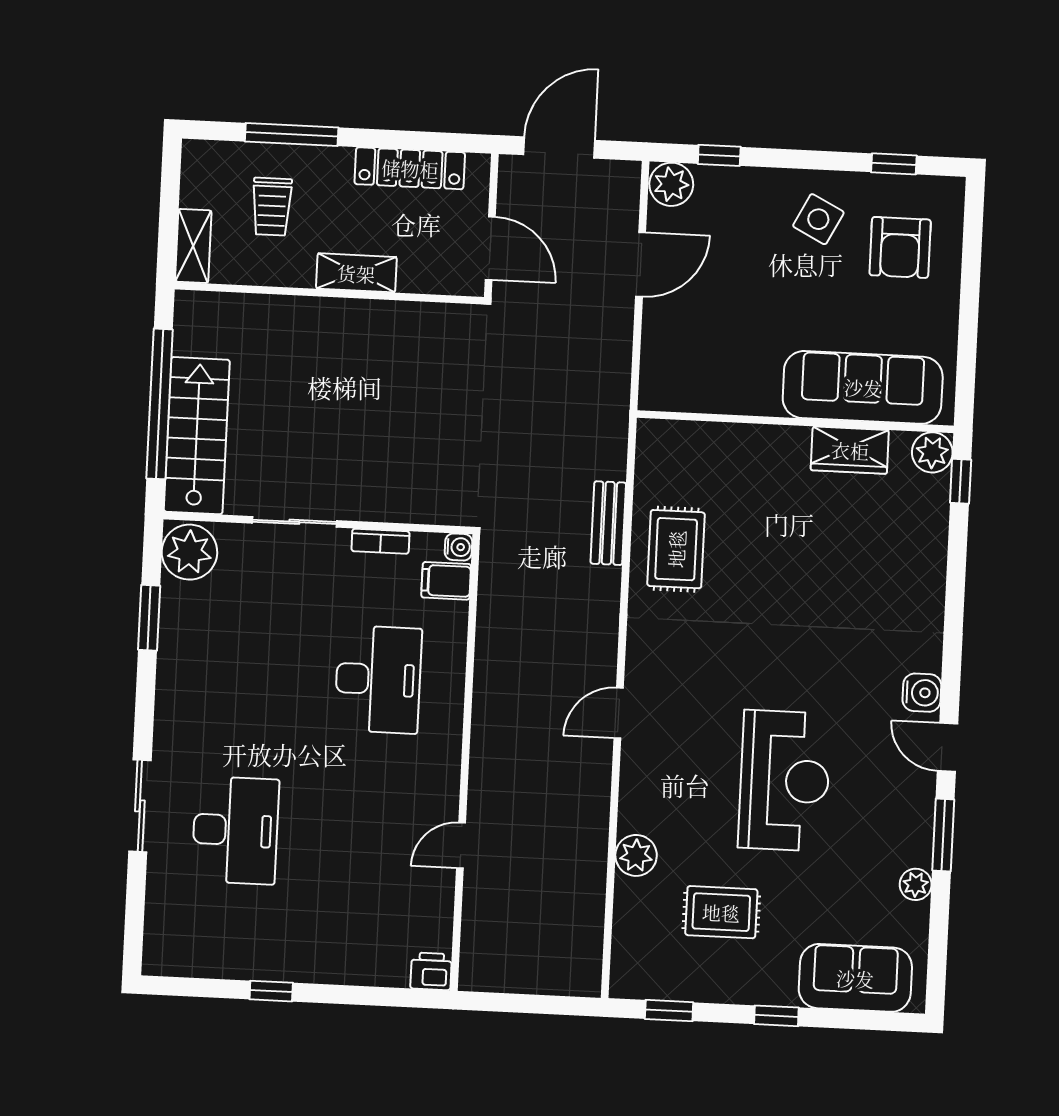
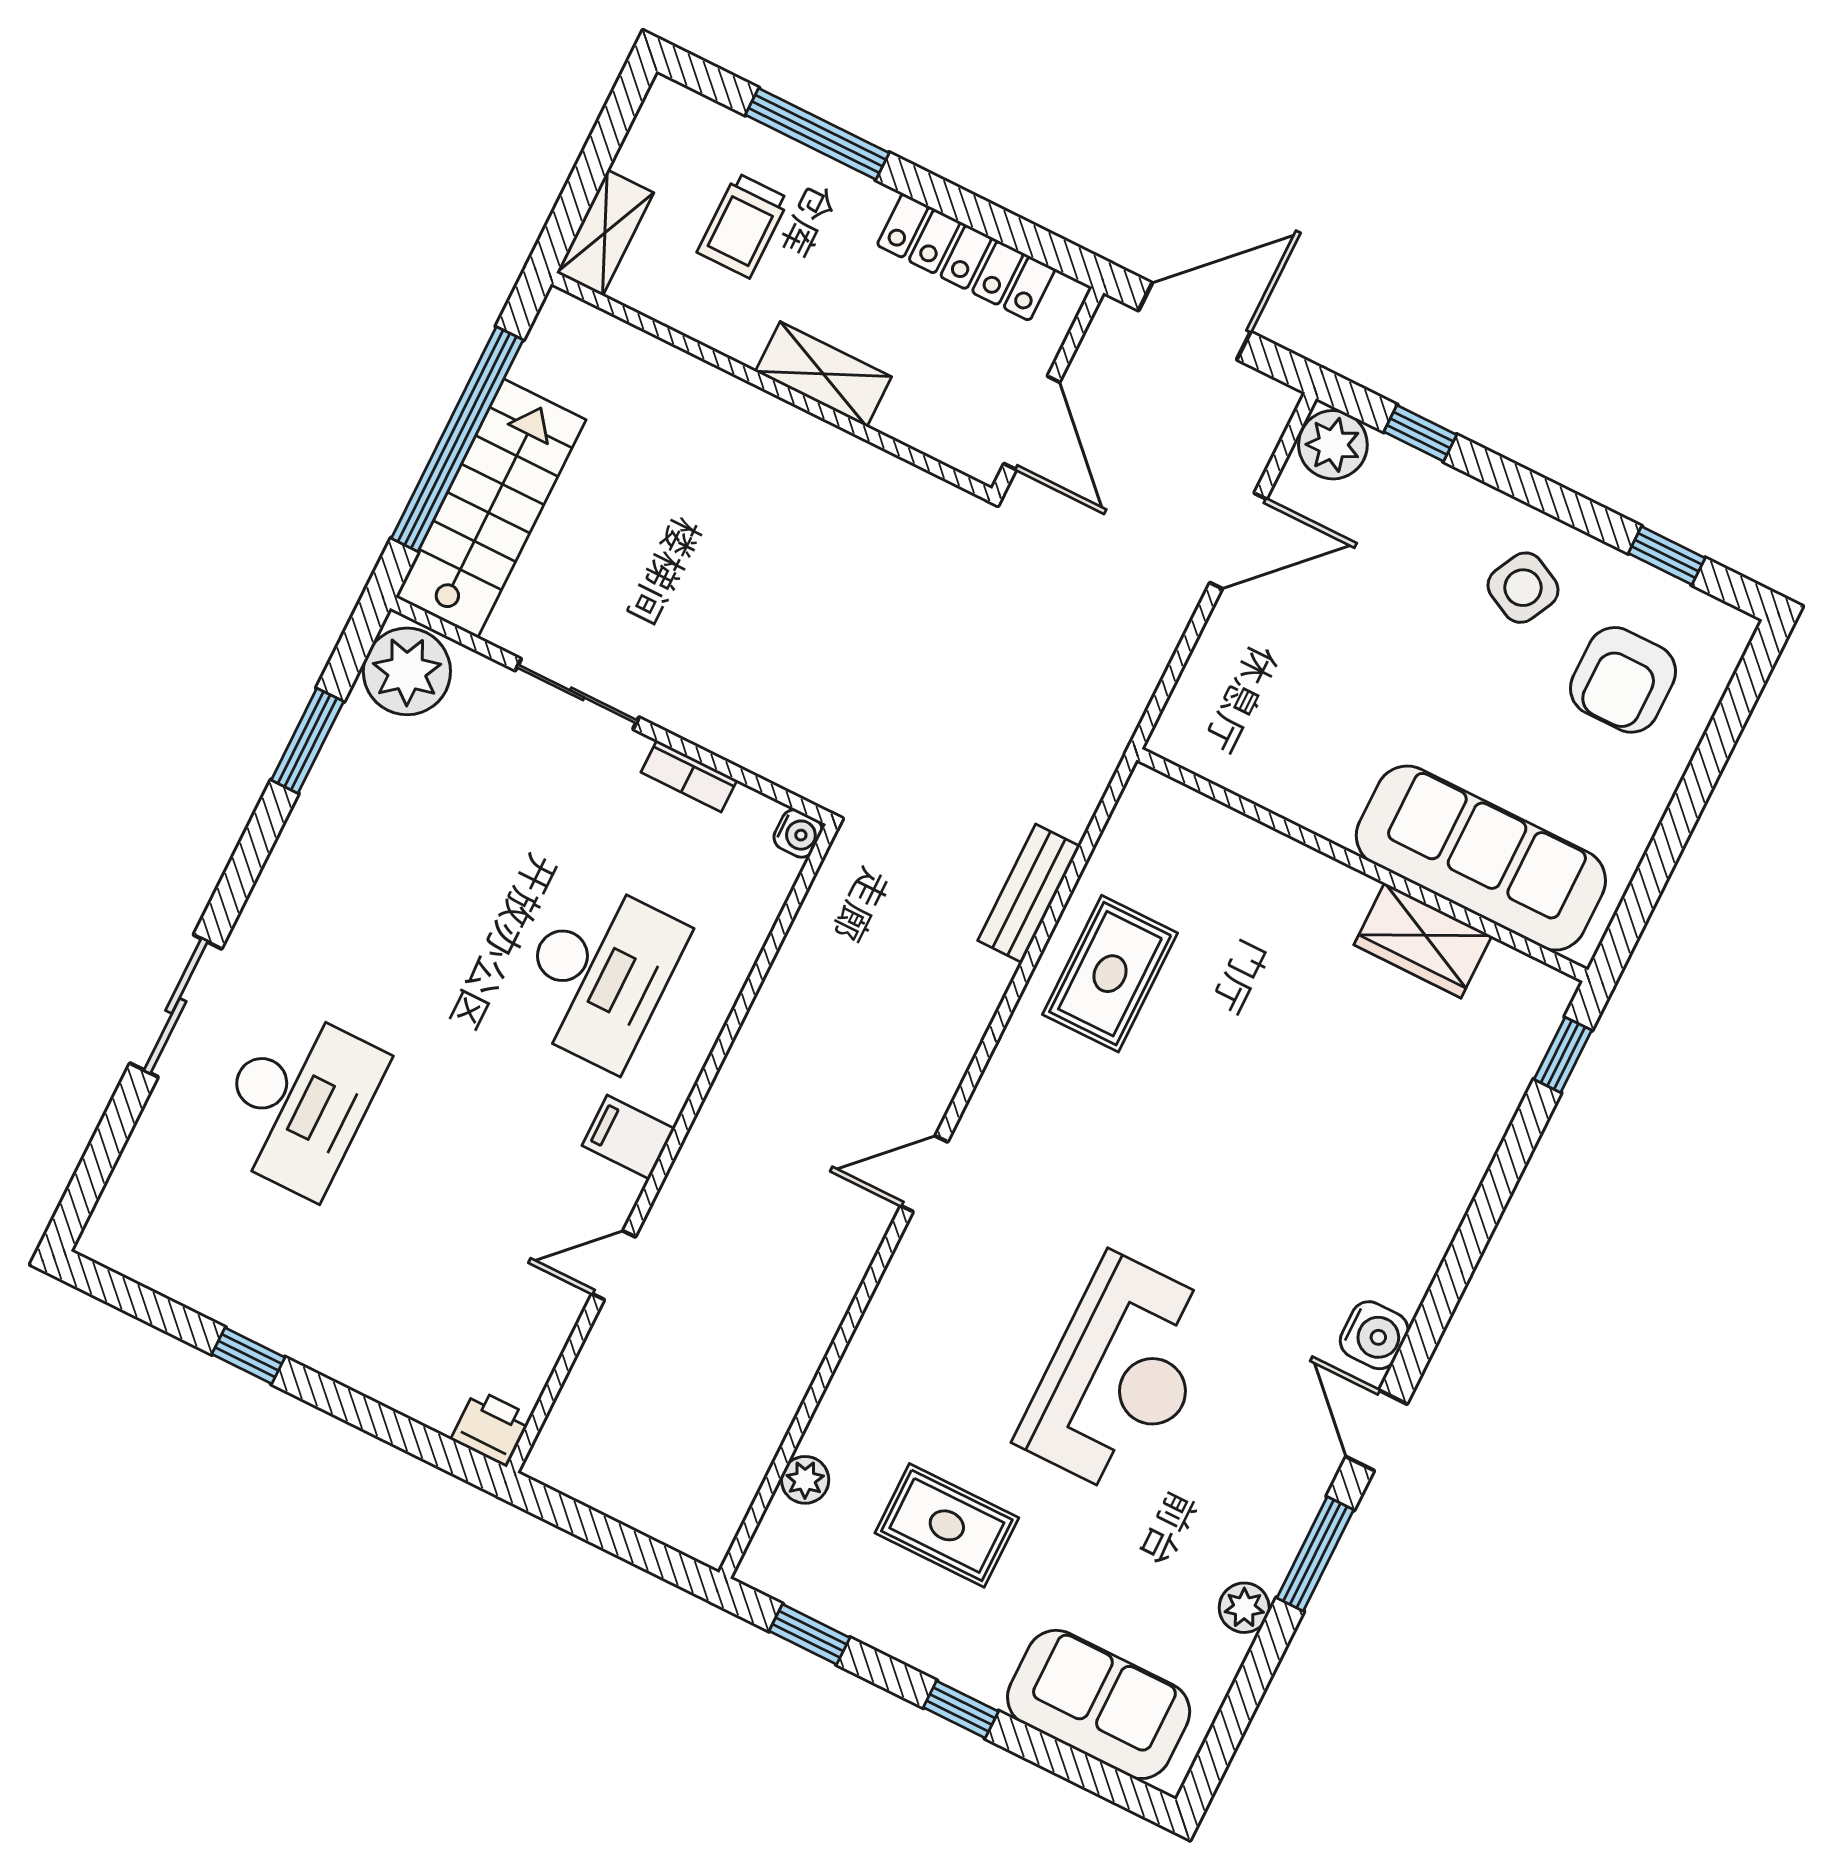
plant: (932, 452) -> (1540, 996), removed
filing cabinet: (446, 581) -> (628, 1137), moved
plant: (636, 855) -> (805, 1480), moved, width x0.73, depth x0.73

